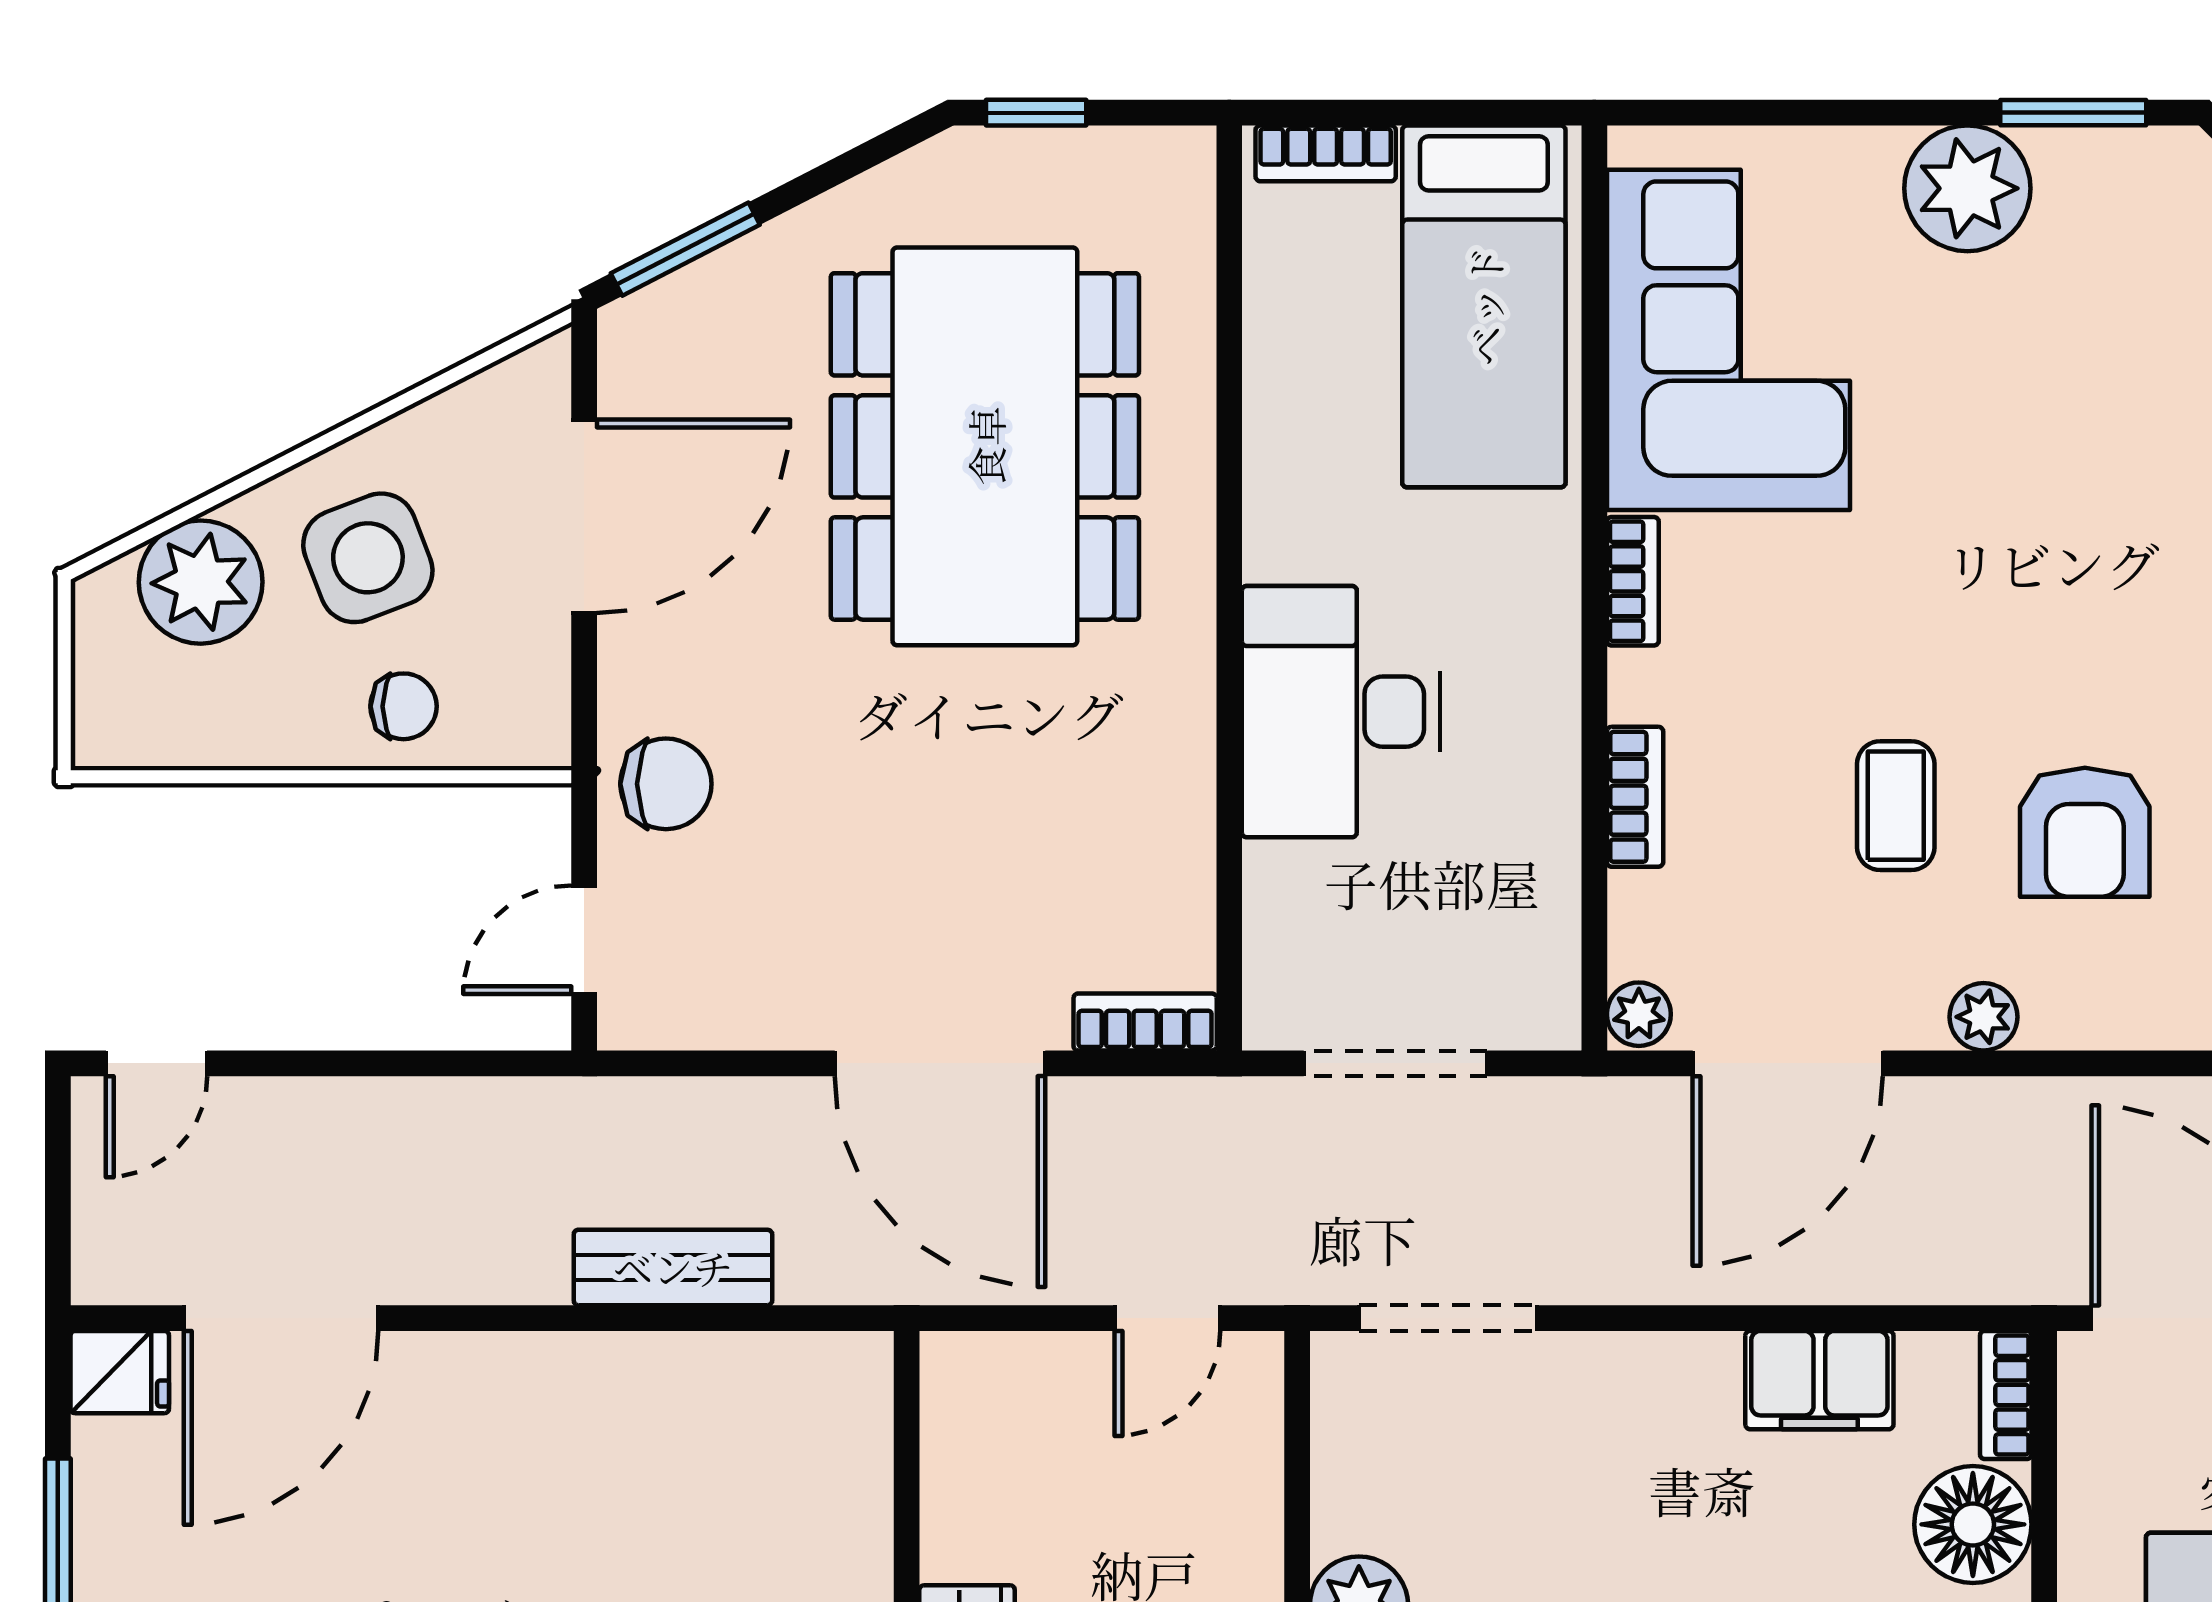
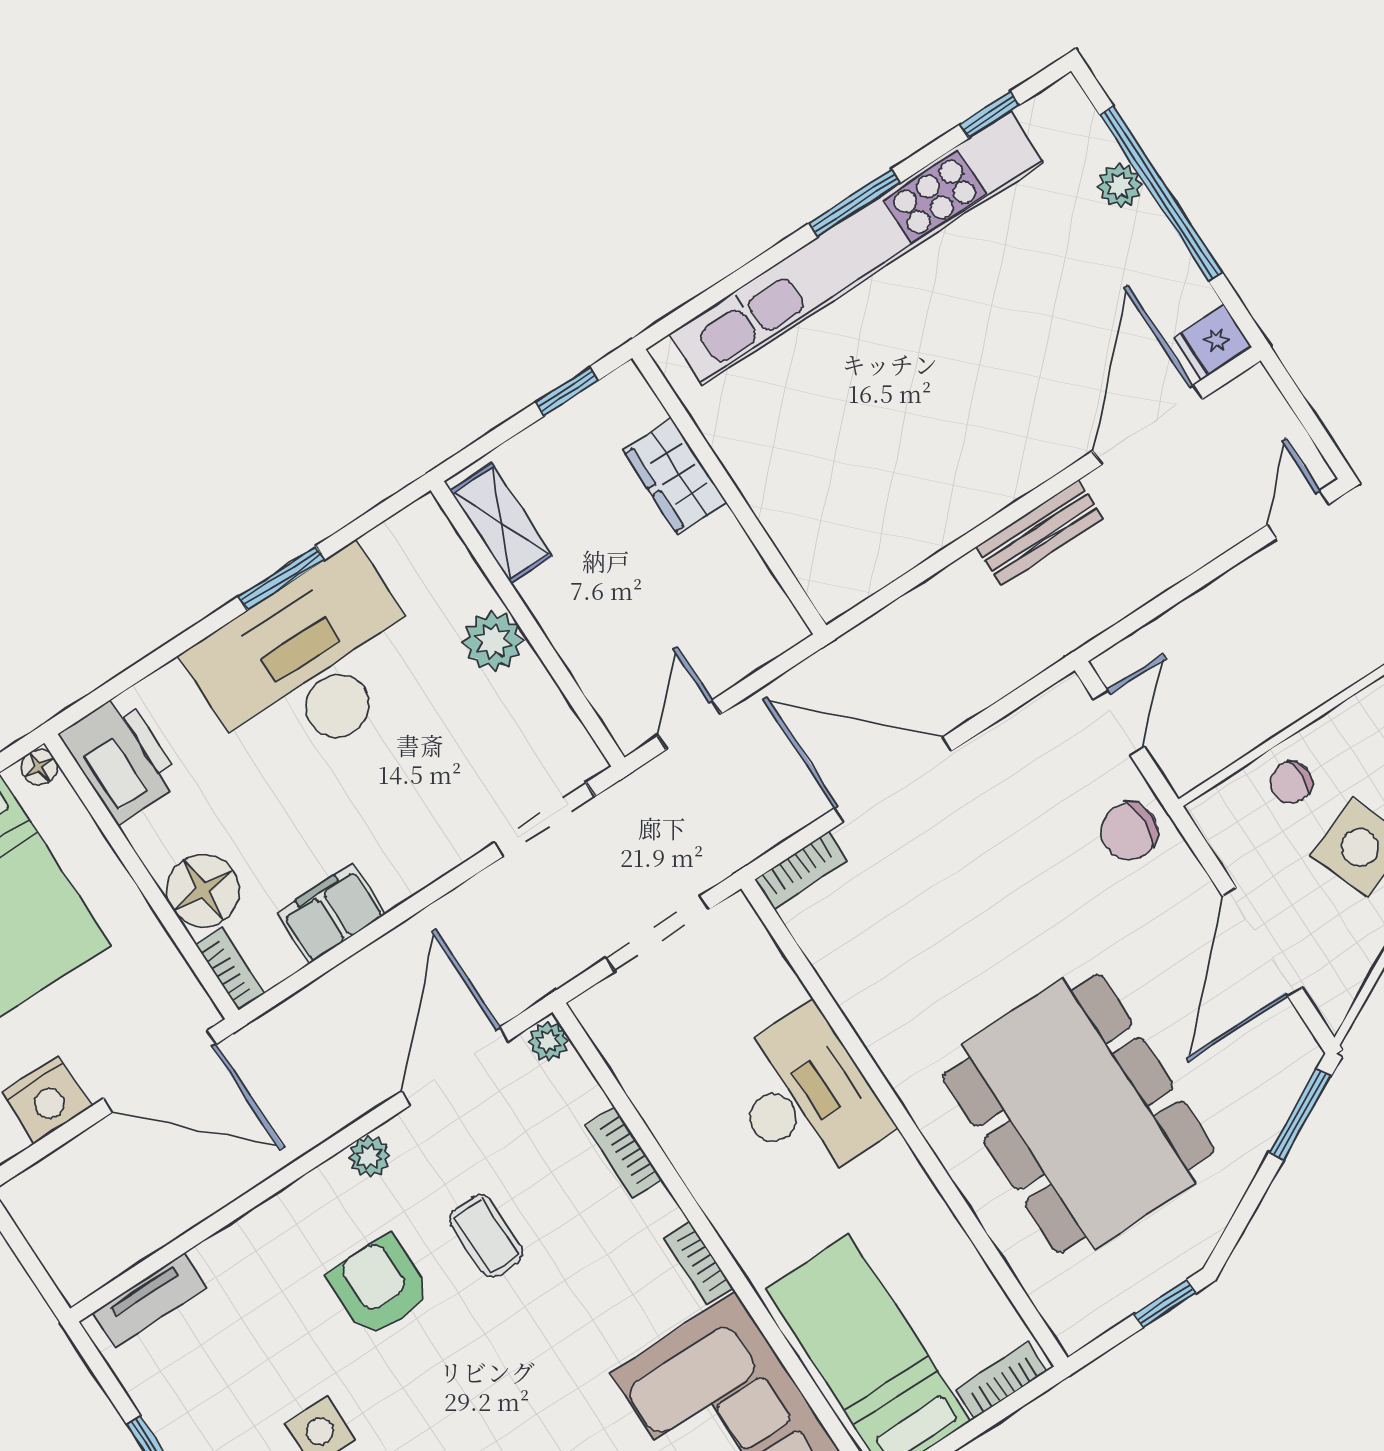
bench: (673, 1267) -> (1040, 533), moved

